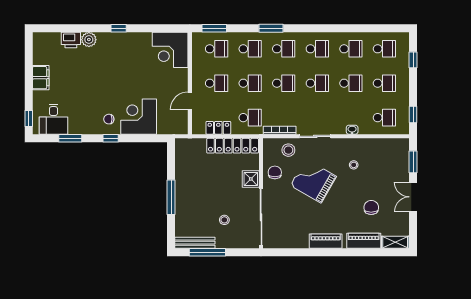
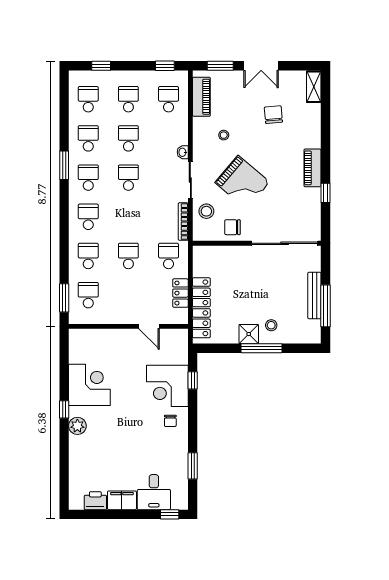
window: (271, 28) -> (64, 165), moved
printer: (71, 40) -> (95, 501), moved, turned -90
plant: (89, 40) -> (77, 426), moved
corner desk: (170, 50) -> (89, 385), moved, turned -90
school desk: (217, 83) -> (128, 295), removed
school desk: (284, 83) -> (128, 217), removed
desk: (53, 119) -> (154, 492), moved, turned 90
washbasin: (352, 130) -> (183, 152), moved
window: (111, 138) -> (193, 380), moved
locker: (233, 146) -> (201, 308), moved
shower: (251, 179) -> (249, 334), moved
grand piano: (313, 181) -> (242, 182), turned -80
chair: (371, 207) -> (273, 115), turned 85
stool: (224, 220) -> (271, 325), moved
piano: (364, 241) -> (201, 97), moved, turned 180
bench: (195, 243) -> (314, 295), moved
window: (304, 252) -> (326, 193), added

